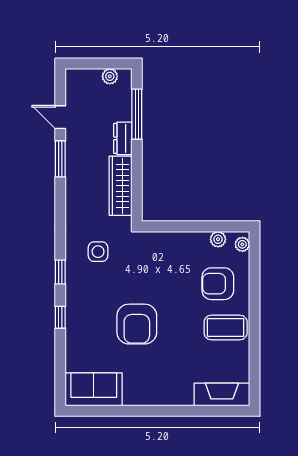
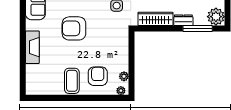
plant: (110, 76) -> (216, 17), width x1.88, depth x1.88
fireplace: (222, 394) -> (32, 47), moved

